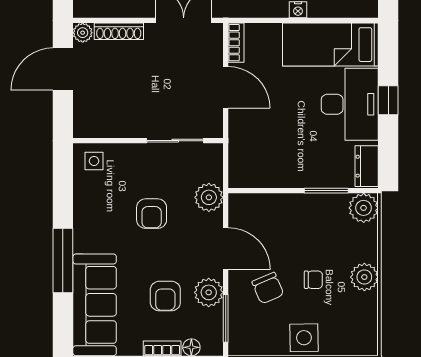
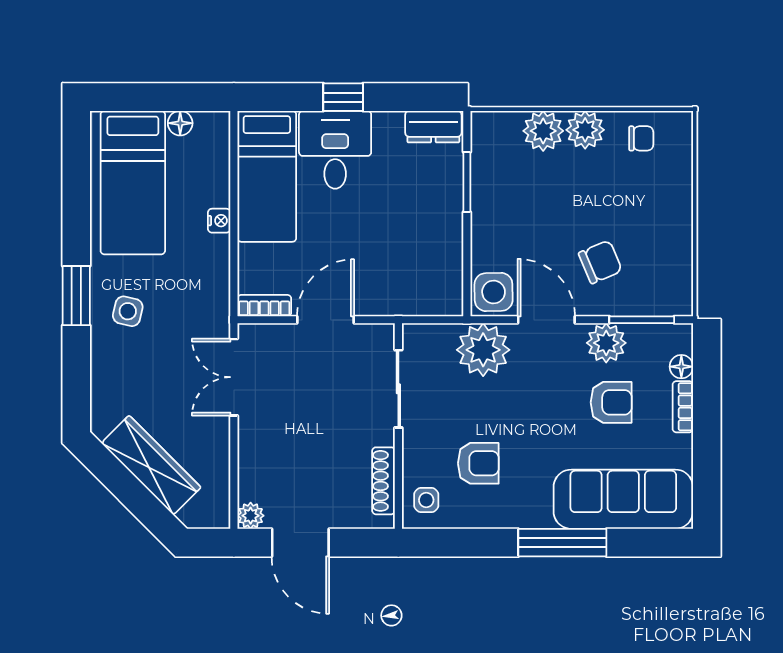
shoe rack: (119, 31) -> (384, 481), moved, turned 180
desk: (350, 104) -> (335, 150), width x0.73
plant: (209, 197) -> (483, 350), width x1.36, depth x1.36
plant: (364, 208) -> (543, 131), moved
armchair: (152, 214) -> (478, 463), moved
door: (226, 249) -> (546, 320), hinge flipped
chair: (313, 280) -> (641, 138), moved, turned 90
side table: (304, 338) -> (494, 292), moved

